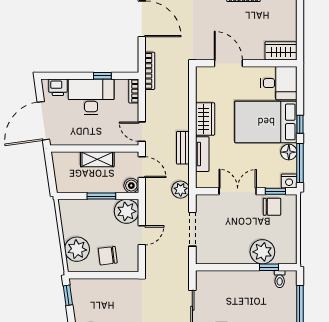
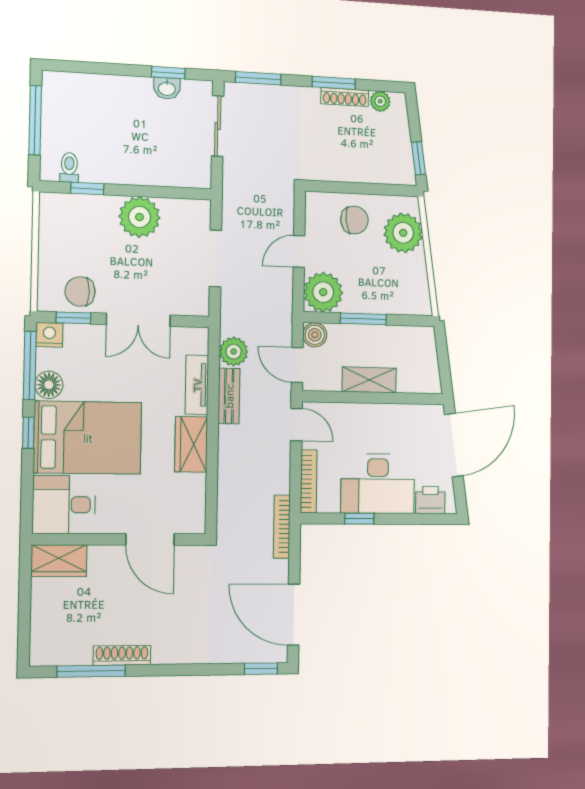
bookcase: (134, 91) -> (309, 481), width x1.56
plant: (181, 190) -> (234, 352), moved
plant: (262, 252) -> (140, 217), moved

